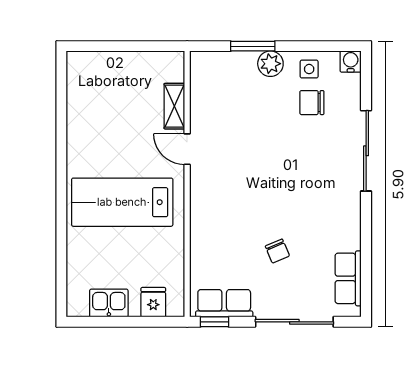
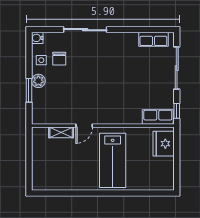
chair: (277, 251) -> (139, 77), removed
fridge: (153, 302) -> (164, 144), width x1.88, depth x1.34
kitchen sink: (109, 303) -> (167, 168), removed
row of seats: (224, 303) -> (158, 117), moved, turned 90

